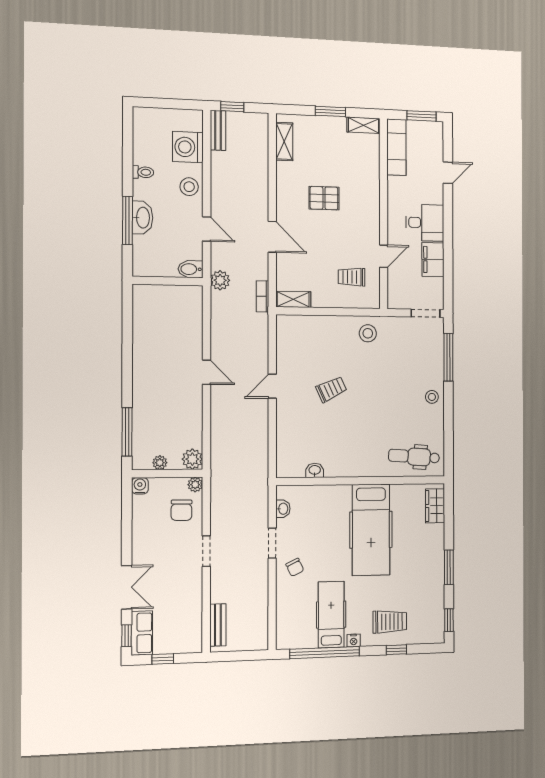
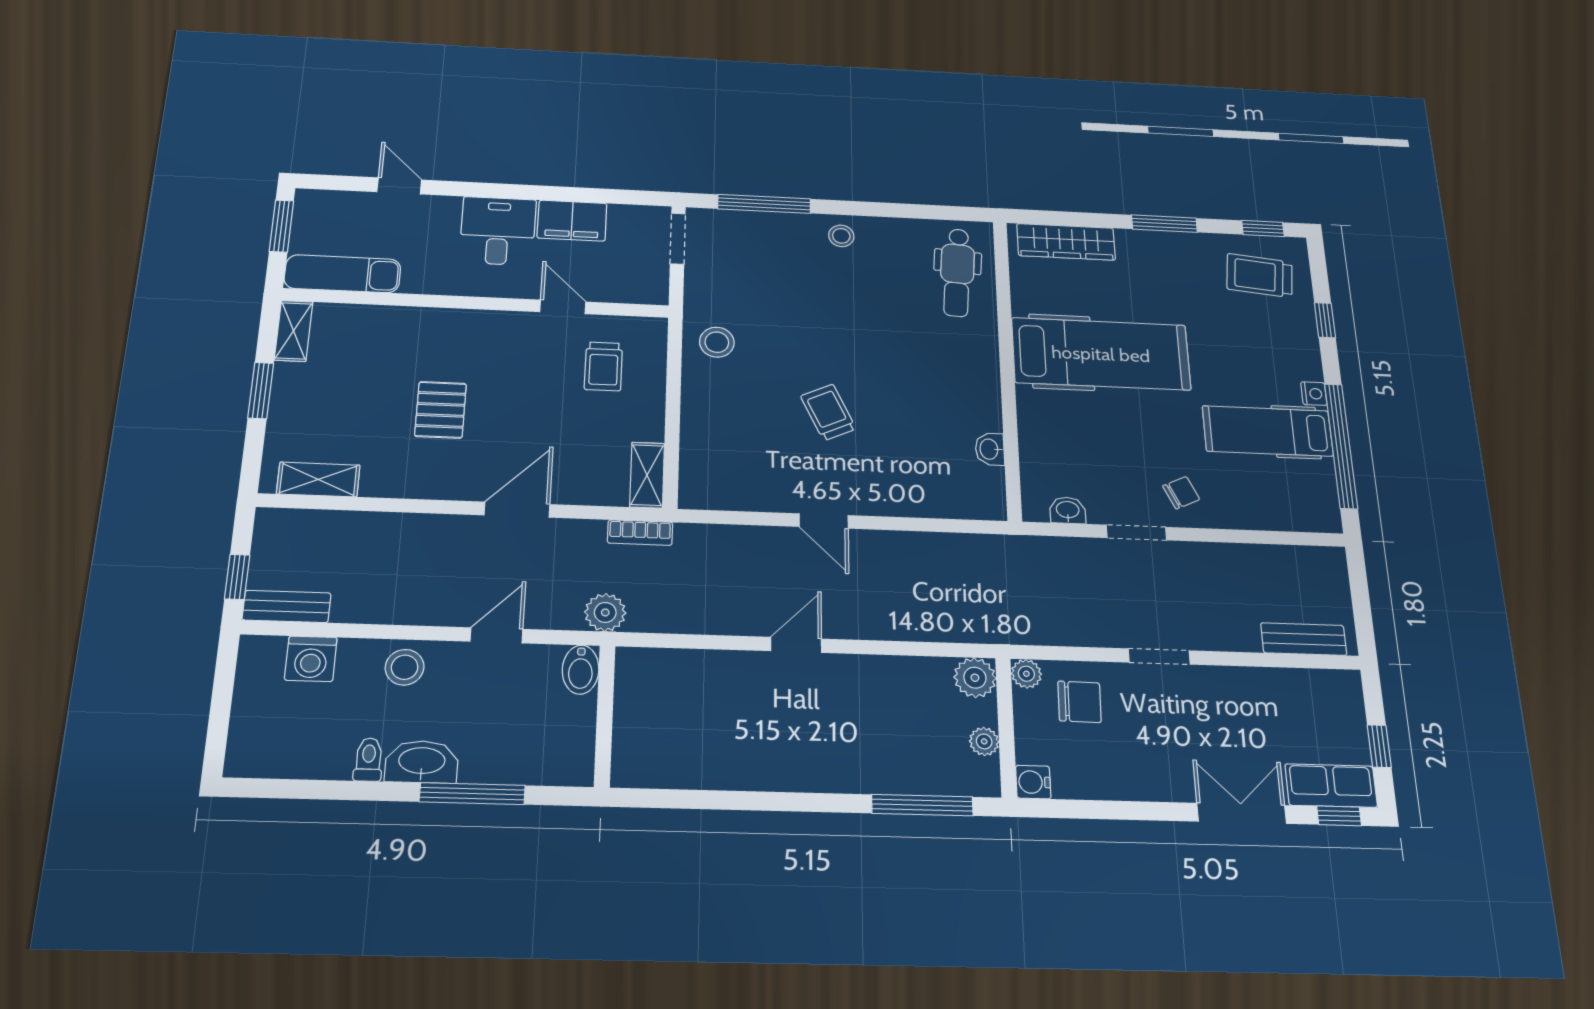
washing machine: (188, 147) -> (311, 659), width x0.73, depth x0.73
washbasin: (142, 218) -> (422, 762), moved
wardrobe: (435, 506) -> (1066, 242), width x1.50
trolley: (390, 622) -> (1260, 276), moved, turned -84

